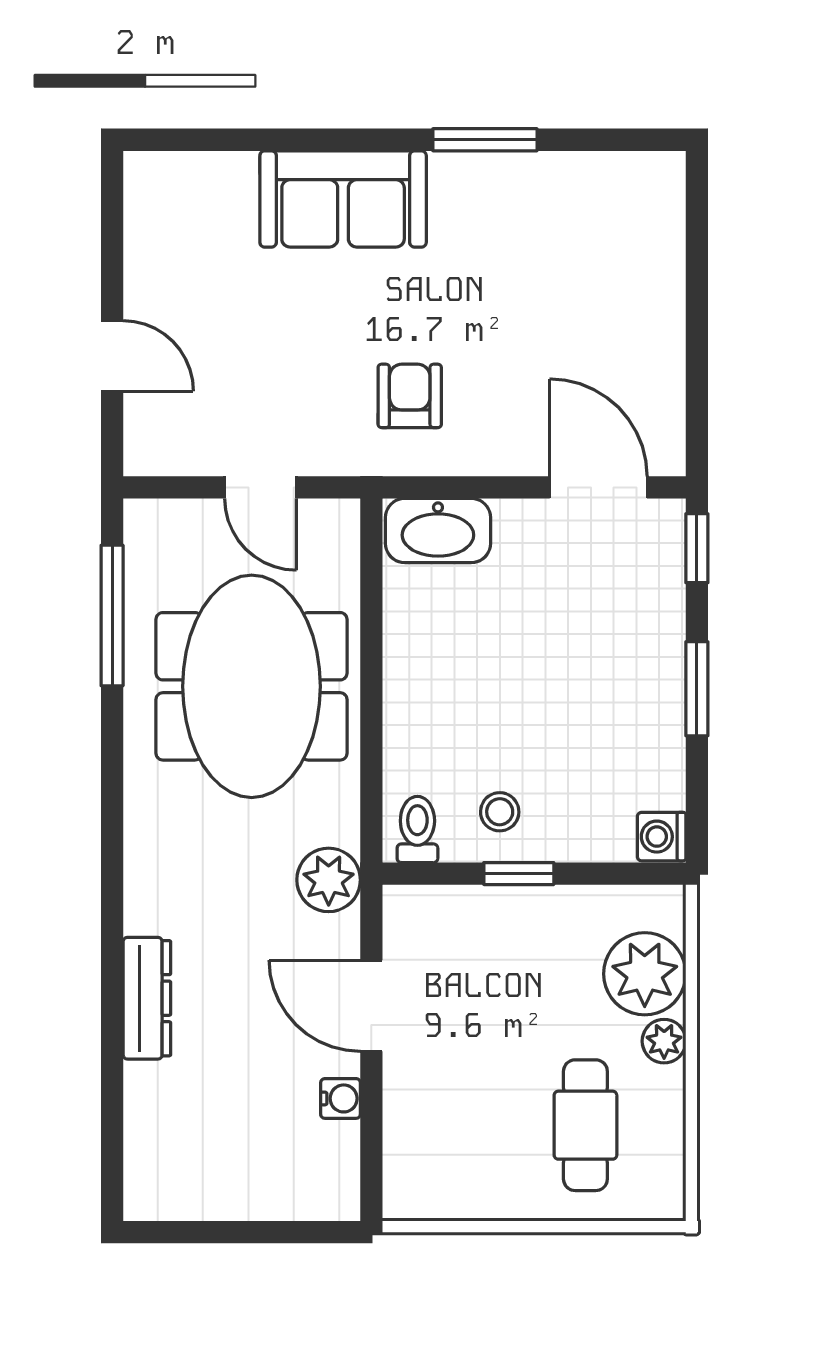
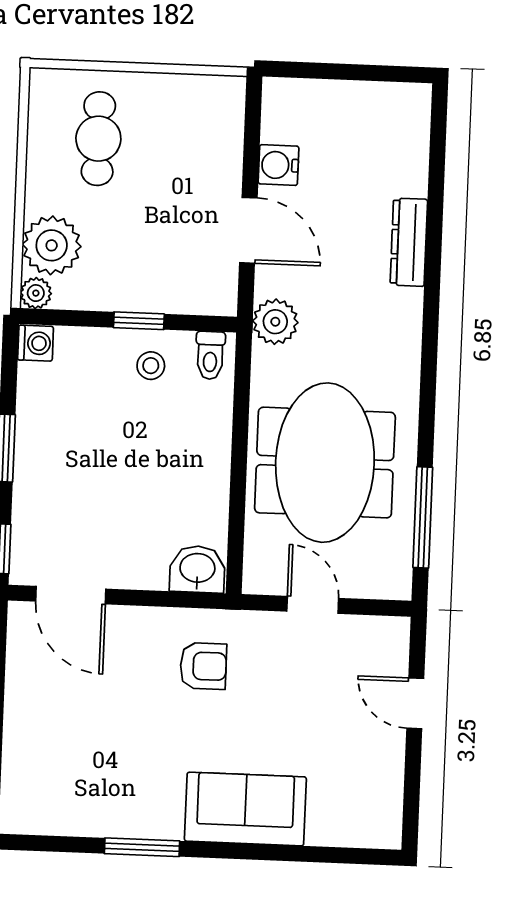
armchair: (410, 396) -> (203, 666), turned -90
washbasin: (438, 531) -> (197, 569), width x0.72
plant: (664, 1041) -> (36, 293), moved
water cooler: (340, 1098) -> (279, 165), width x1.38, depth x1.38

